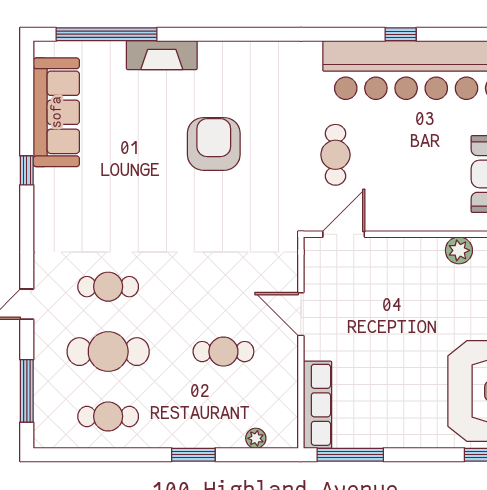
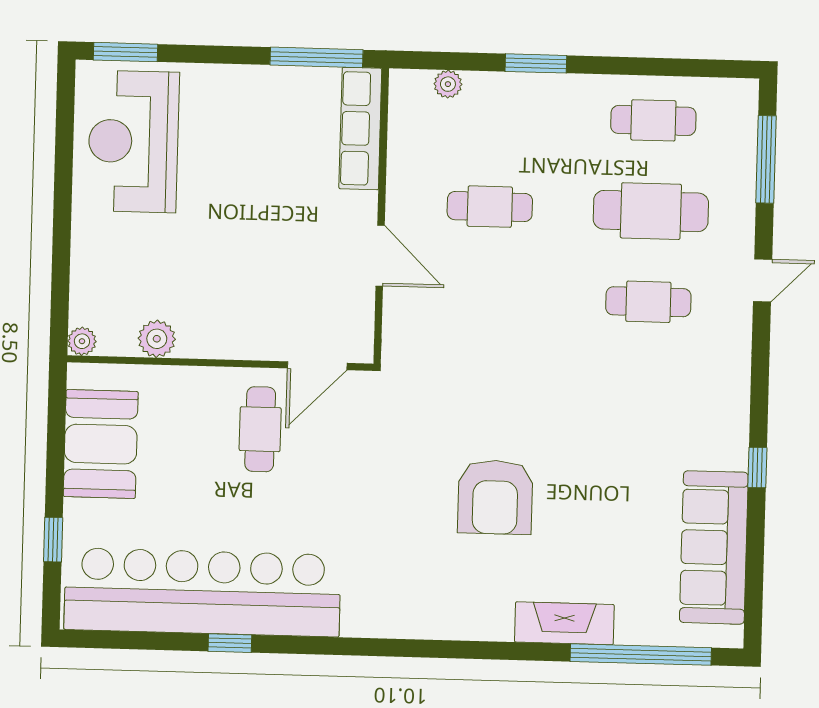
cafe table: (335, 155) -> (260, 429), moved

